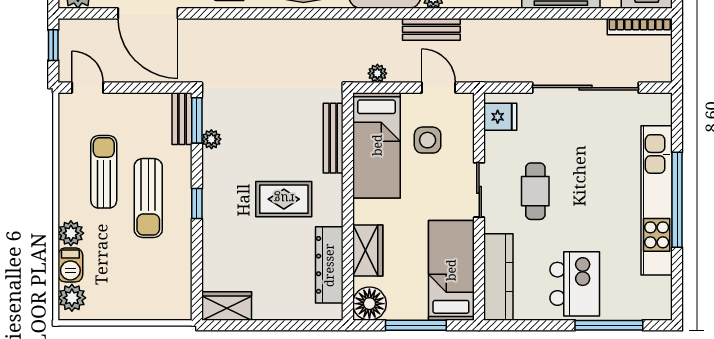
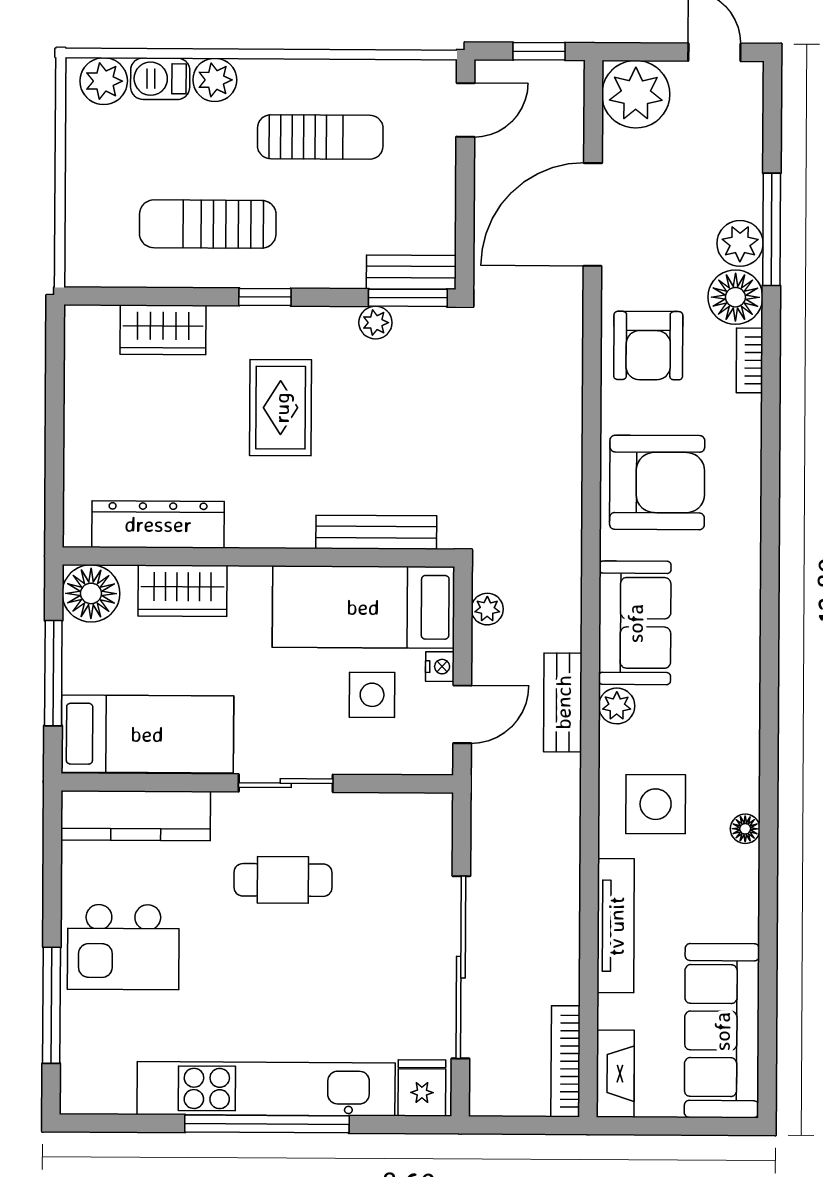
nightstand: (411, 101) -> (440, 667), added
fridge: (500, 117) -> (422, 1088), moved, turned 180
sun lounger: (148, 198) -> (208, 224), moved
rug: (284, 199) -> (281, 408), moved
wardrobe: (227, 306) -> (163, 330), moved, turned 90

